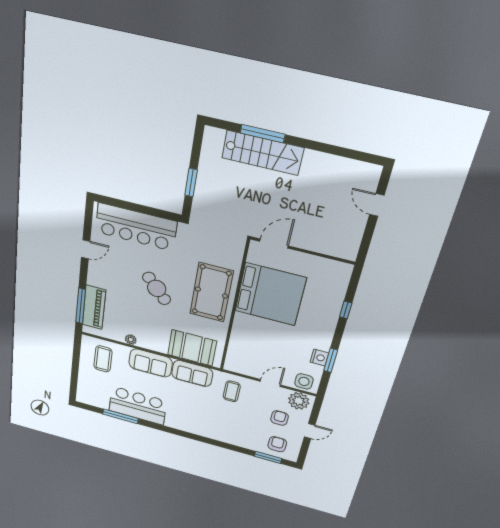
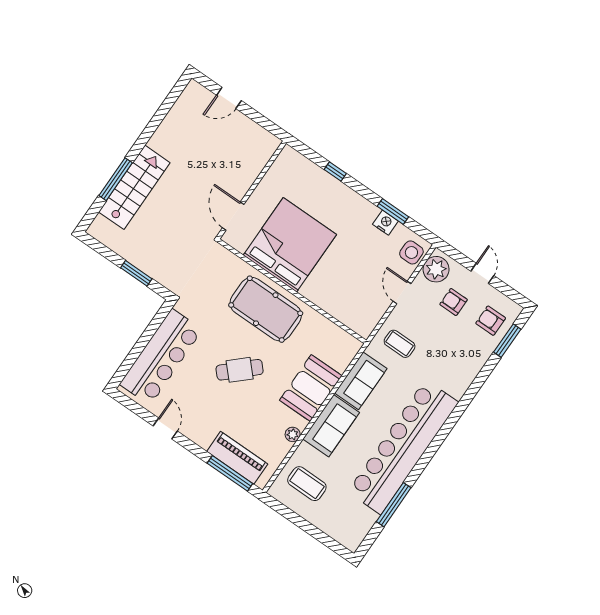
booth: (192, 348) -> (311, 388), moved
bar counter: (138, 406) -> (403, 447), width x1.86

